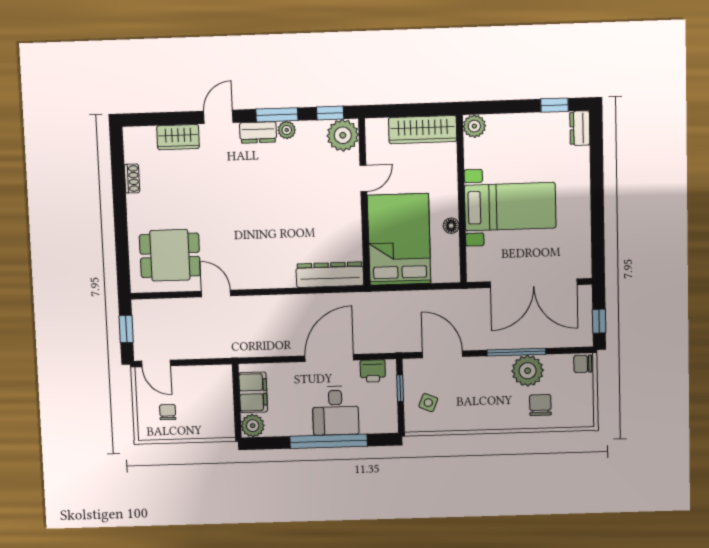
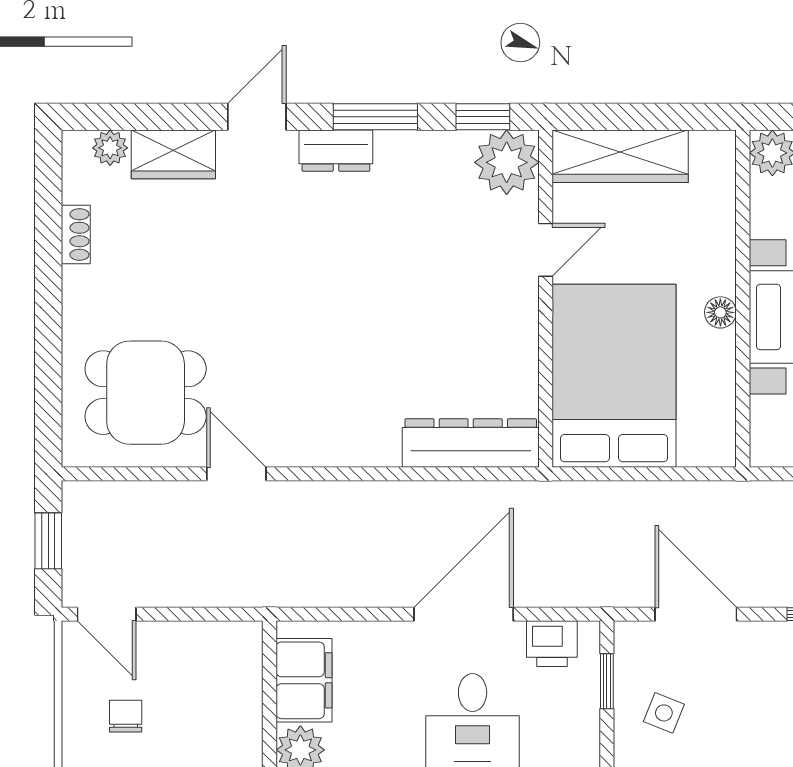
plant: (287, 130) -> (110, 148), moved
wardrobe: (423, 130) -> (620, 156), moved
floor lamp: (451, 226) -> (720, 312), moved

